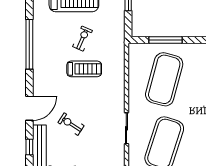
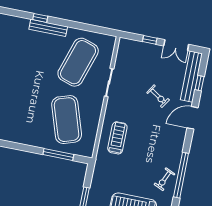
exercise bike: (83, 39) -> (164, 179), moved
treadmill: (84, 69) -> (117, 138), moved, turned 90
exercise mat: (164, 79) -> (67, 120), turned -33

